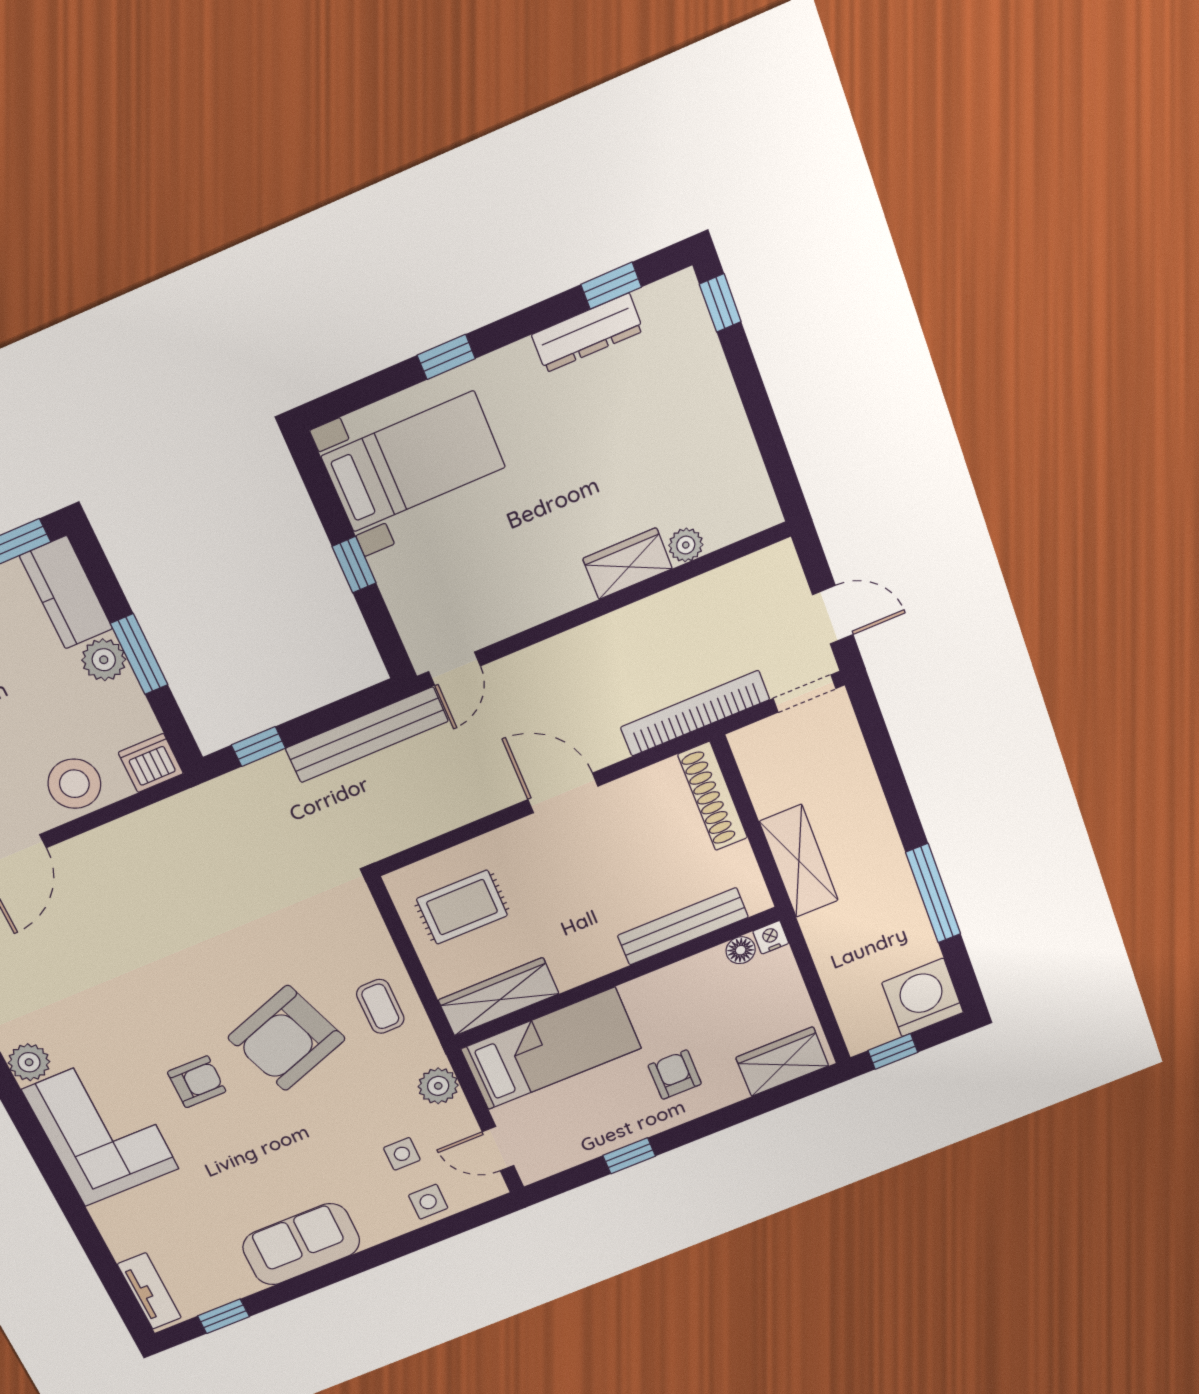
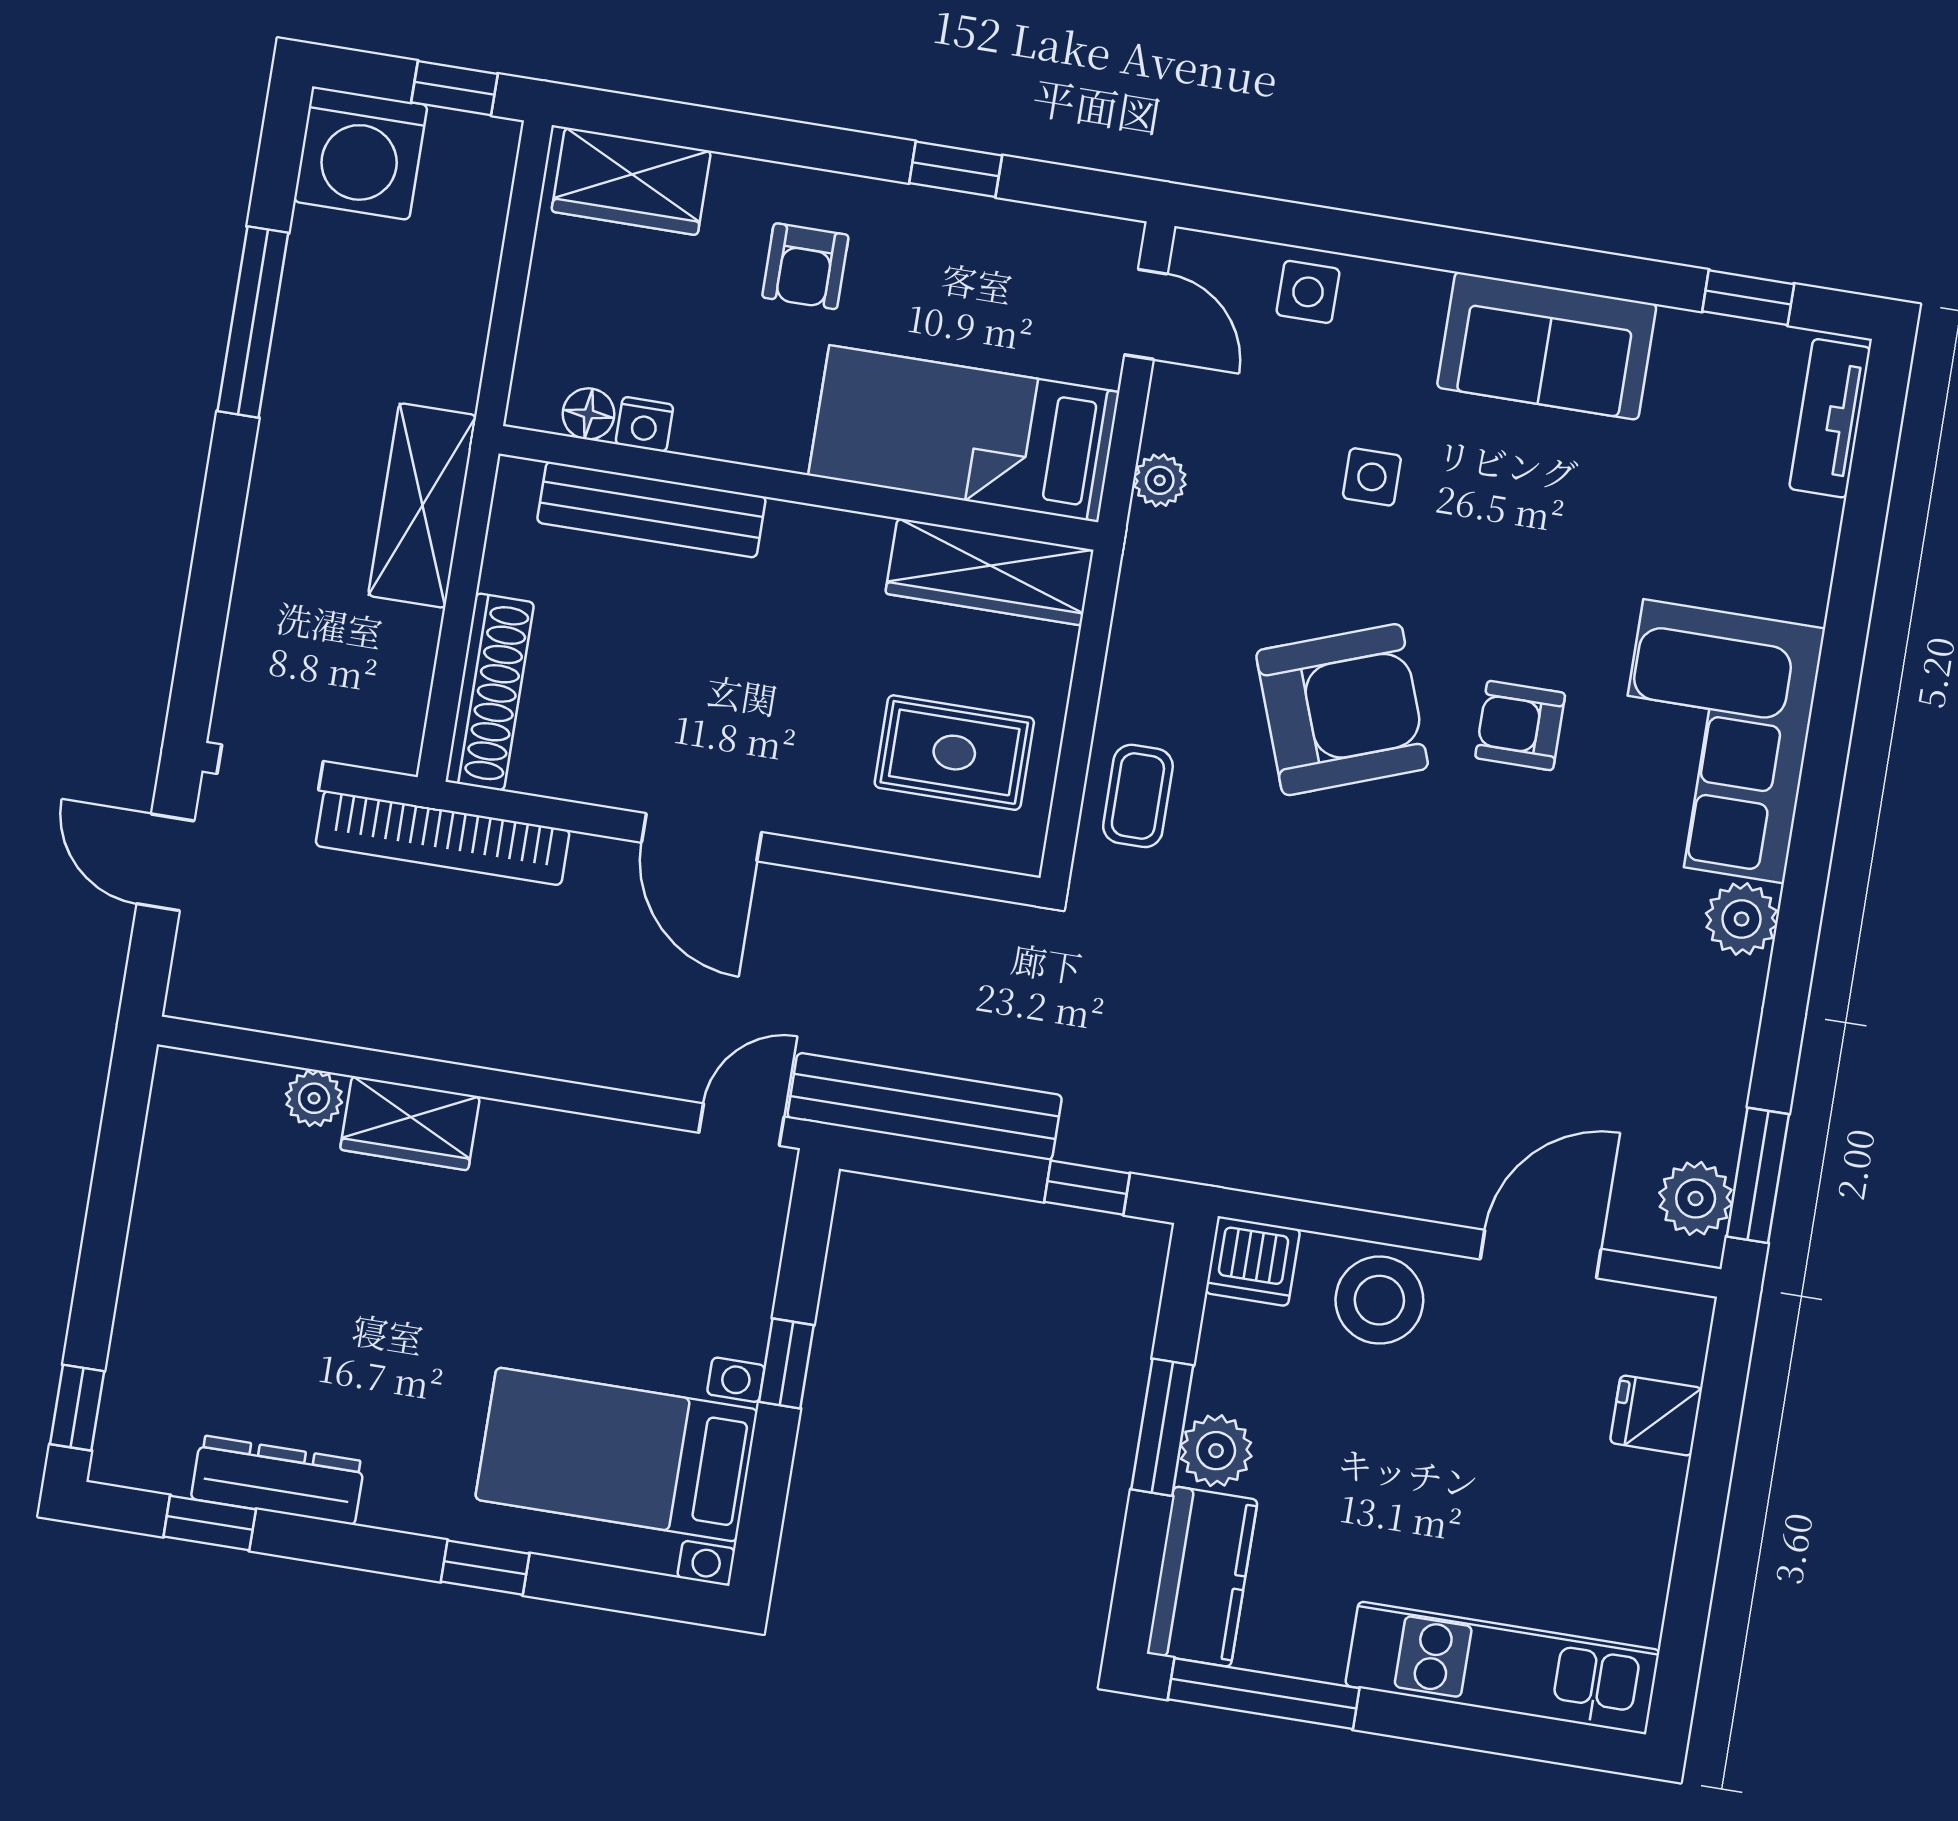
nightstand: (771, 937) -> (644, 424), moved
coffee table: (380, 1006) -> (1138, 796), moved
plant: (438, 1086) -> (1160, 480), width x0.73, depth x0.73
side table: (402, 1154) -> (1372, 477), moved

